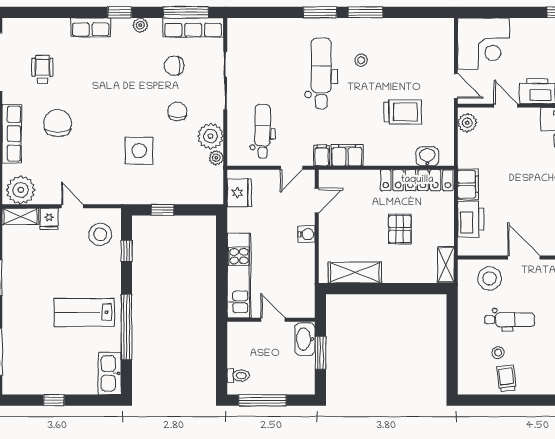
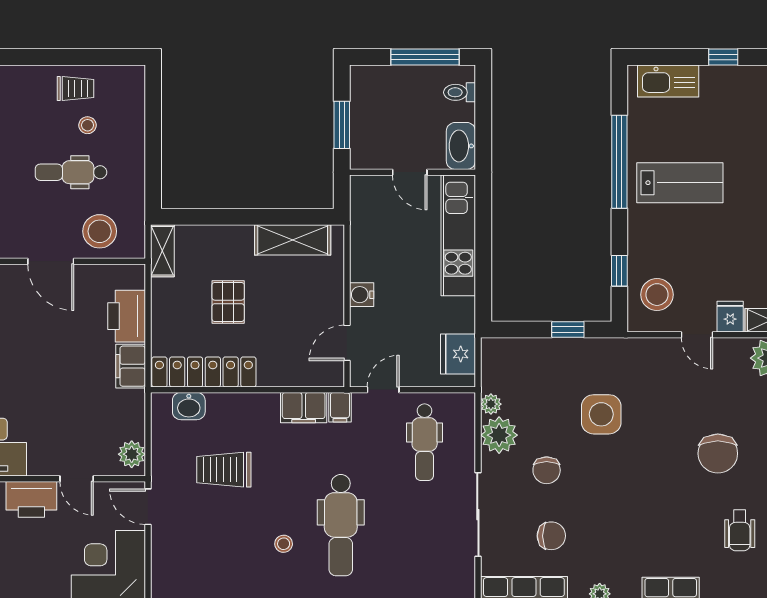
washbasin: (305, 339) -> (461, 146), moved, turned 180
kitchen sink: (110, 373) -> (668, 81), moved, turned 90
trolley: (506, 378) -> (75, 88), turned -83

